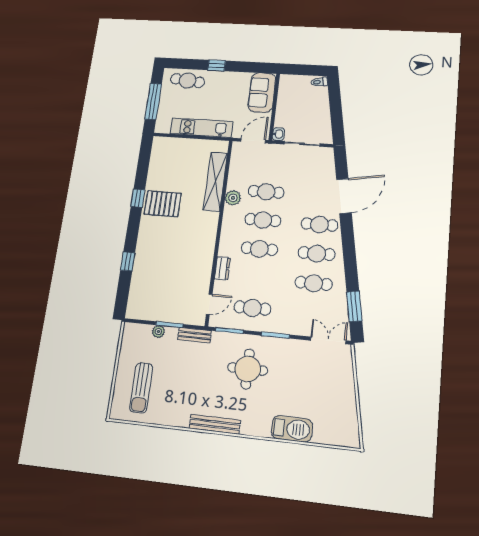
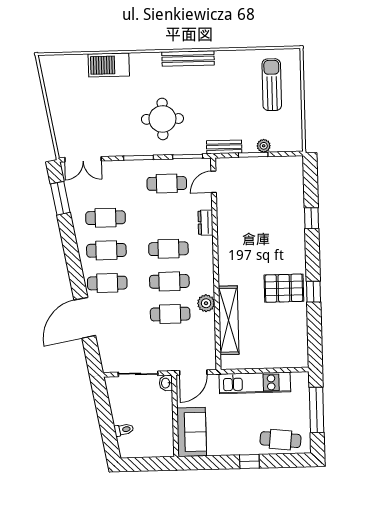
toilet: (319, 82) -> (124, 430), moved

